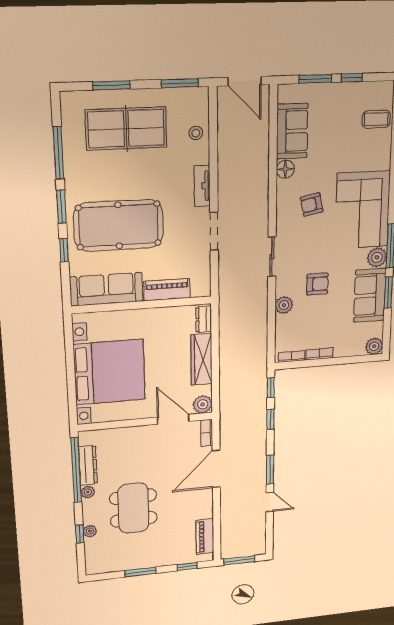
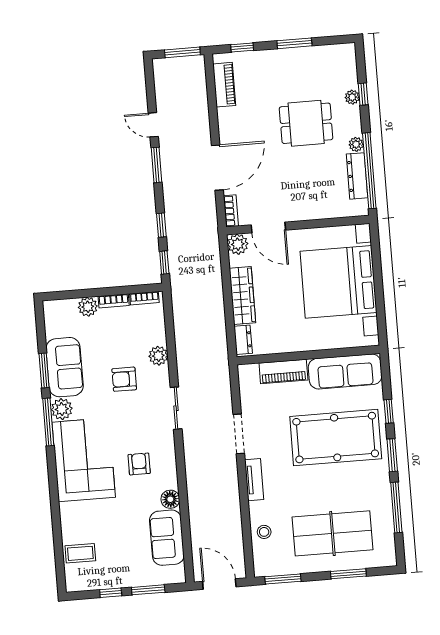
armchair: (312, 204) -> (139, 464), turned -78
plant: (374, 346) -> (88, 307), moved
dining table: (133, 508) -> (306, 123), width x0.73

